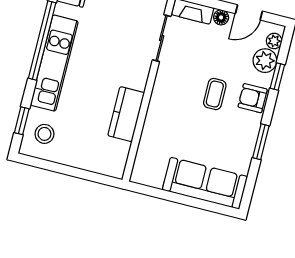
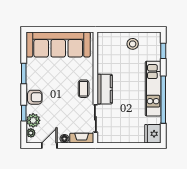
coffee table: (215, 94) -> (84, 89), moved
kitchen counter: (126, 114) -> (105, 89), moved
stool: (44, 134) -> (133, 44), moved
sofa: (205, 183) -> (58, 44), width x1.36, depth x1.27

